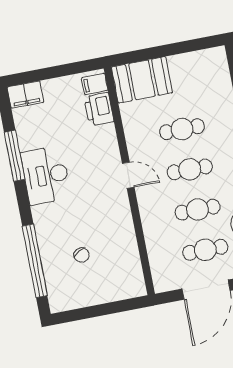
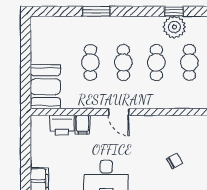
filing cabinet: (95, 84) -> (83, 125), moved
door: (128, 175) -> (119, 112), swing flipped

